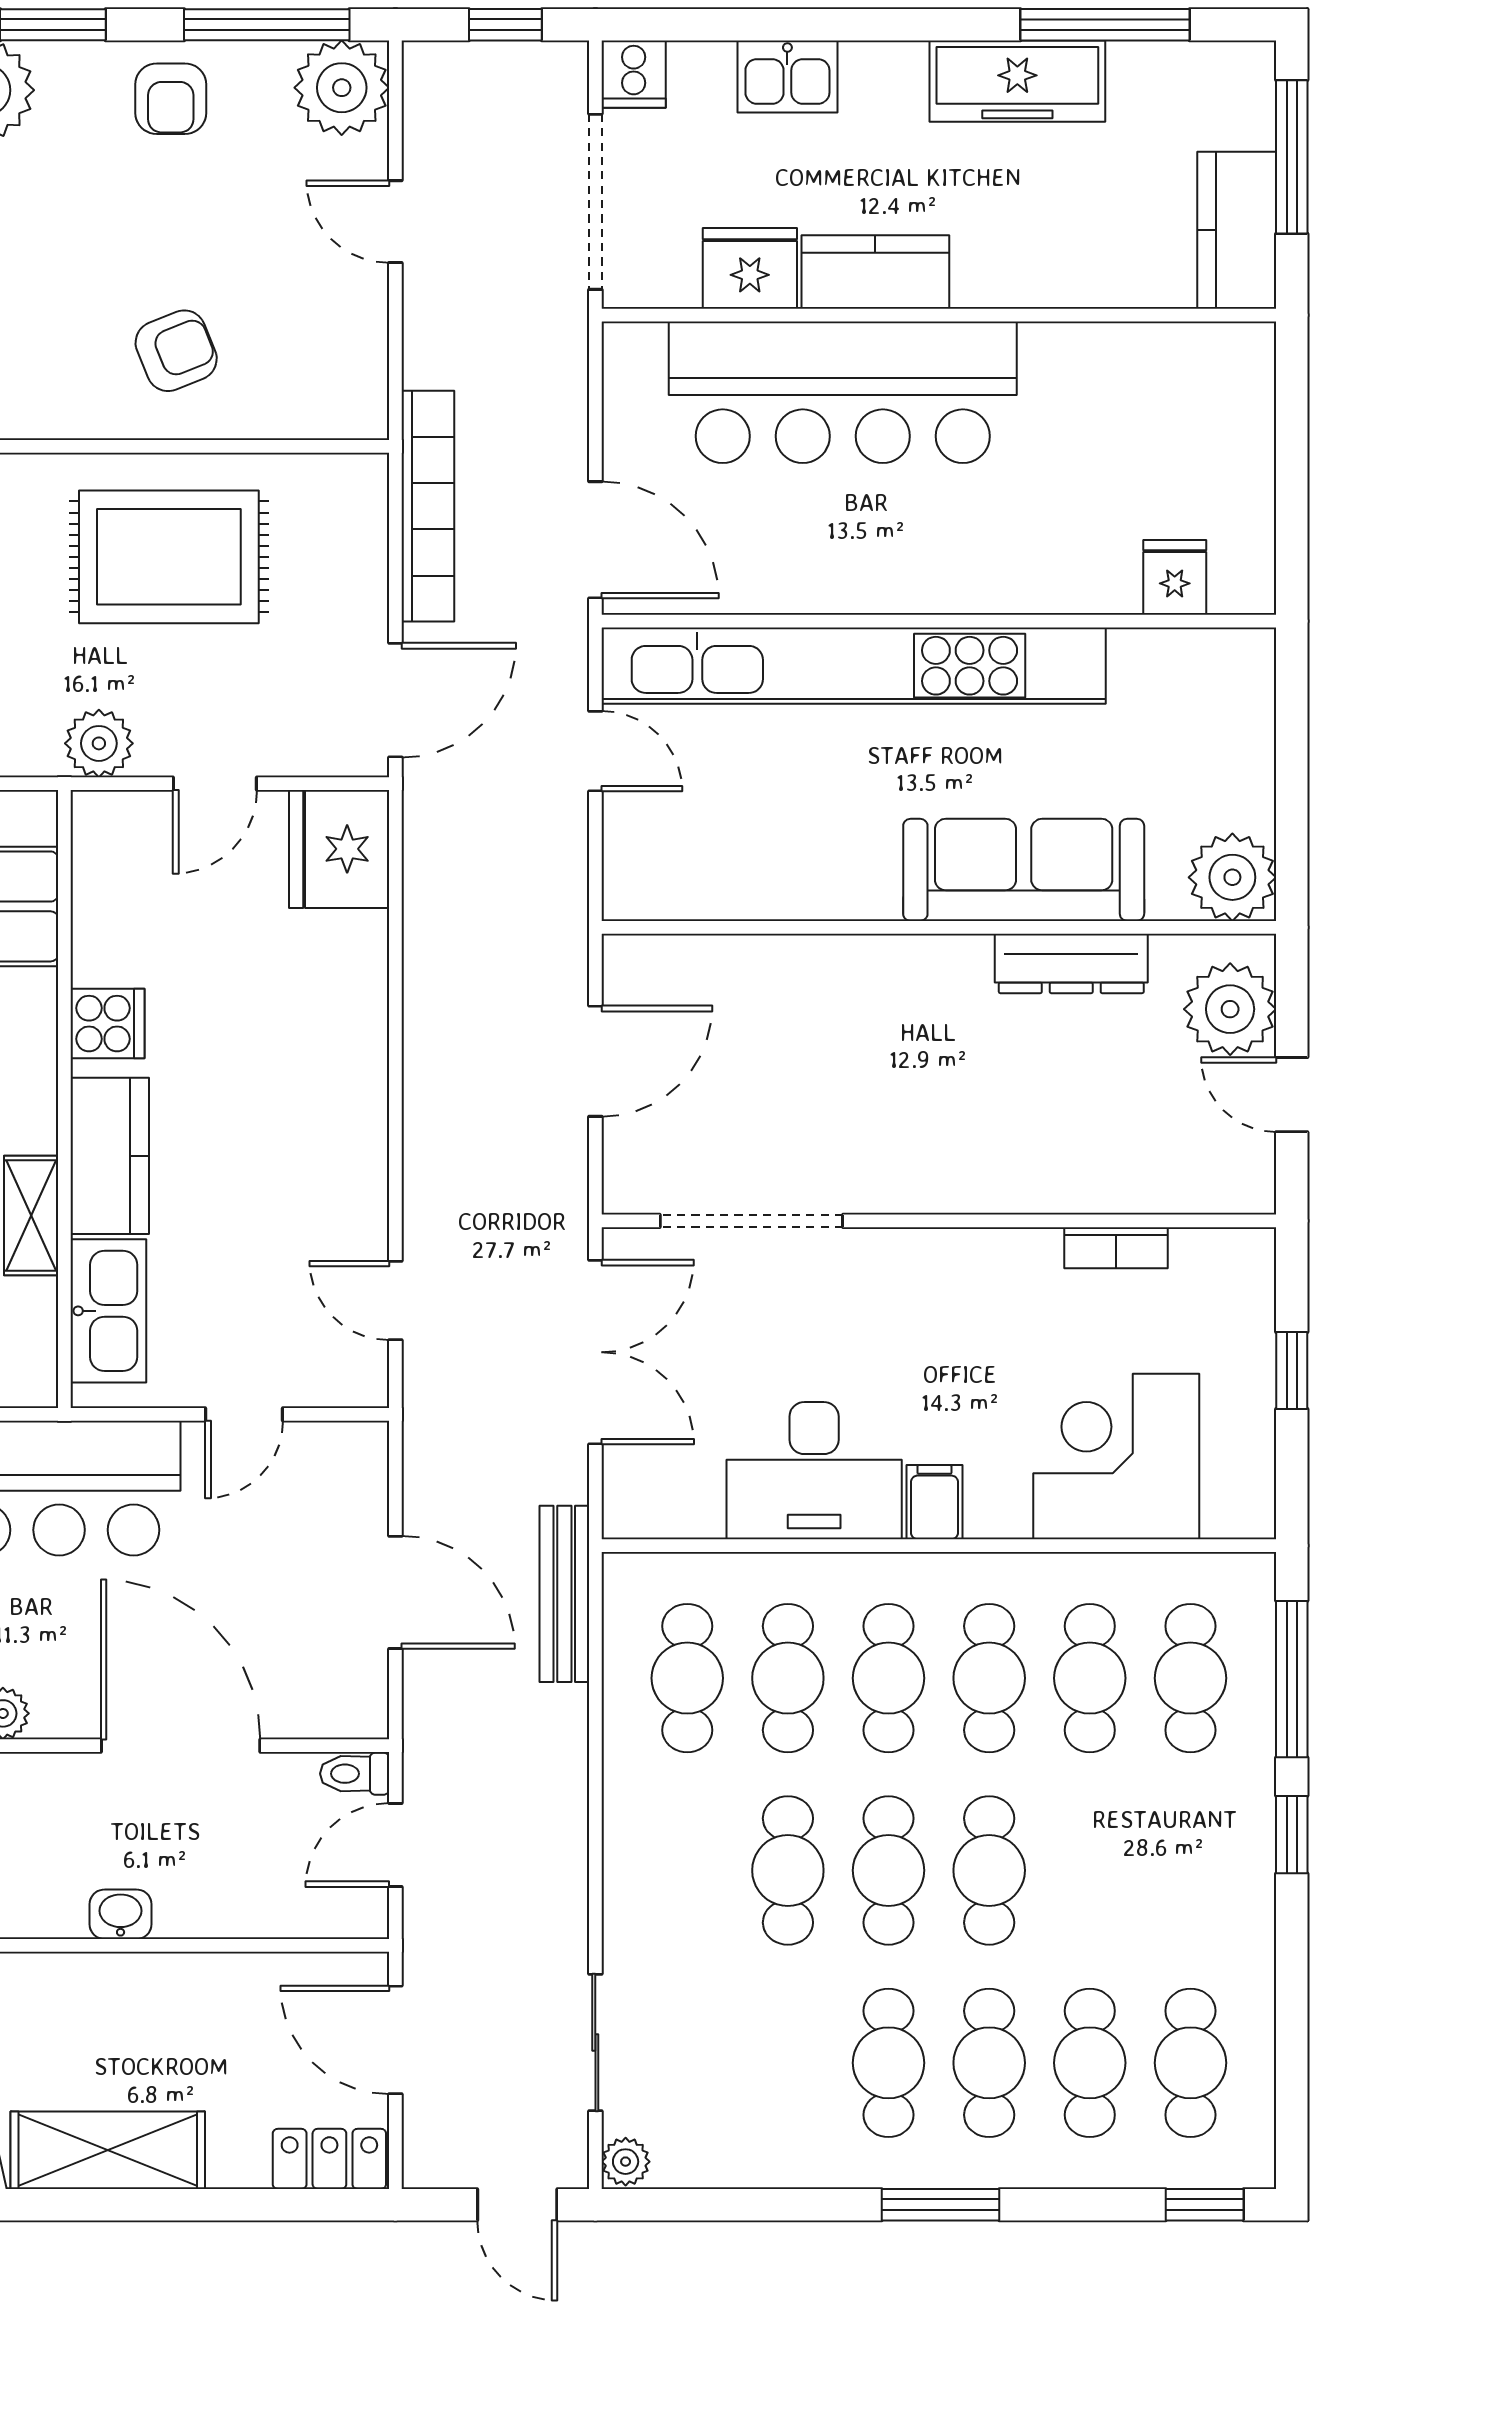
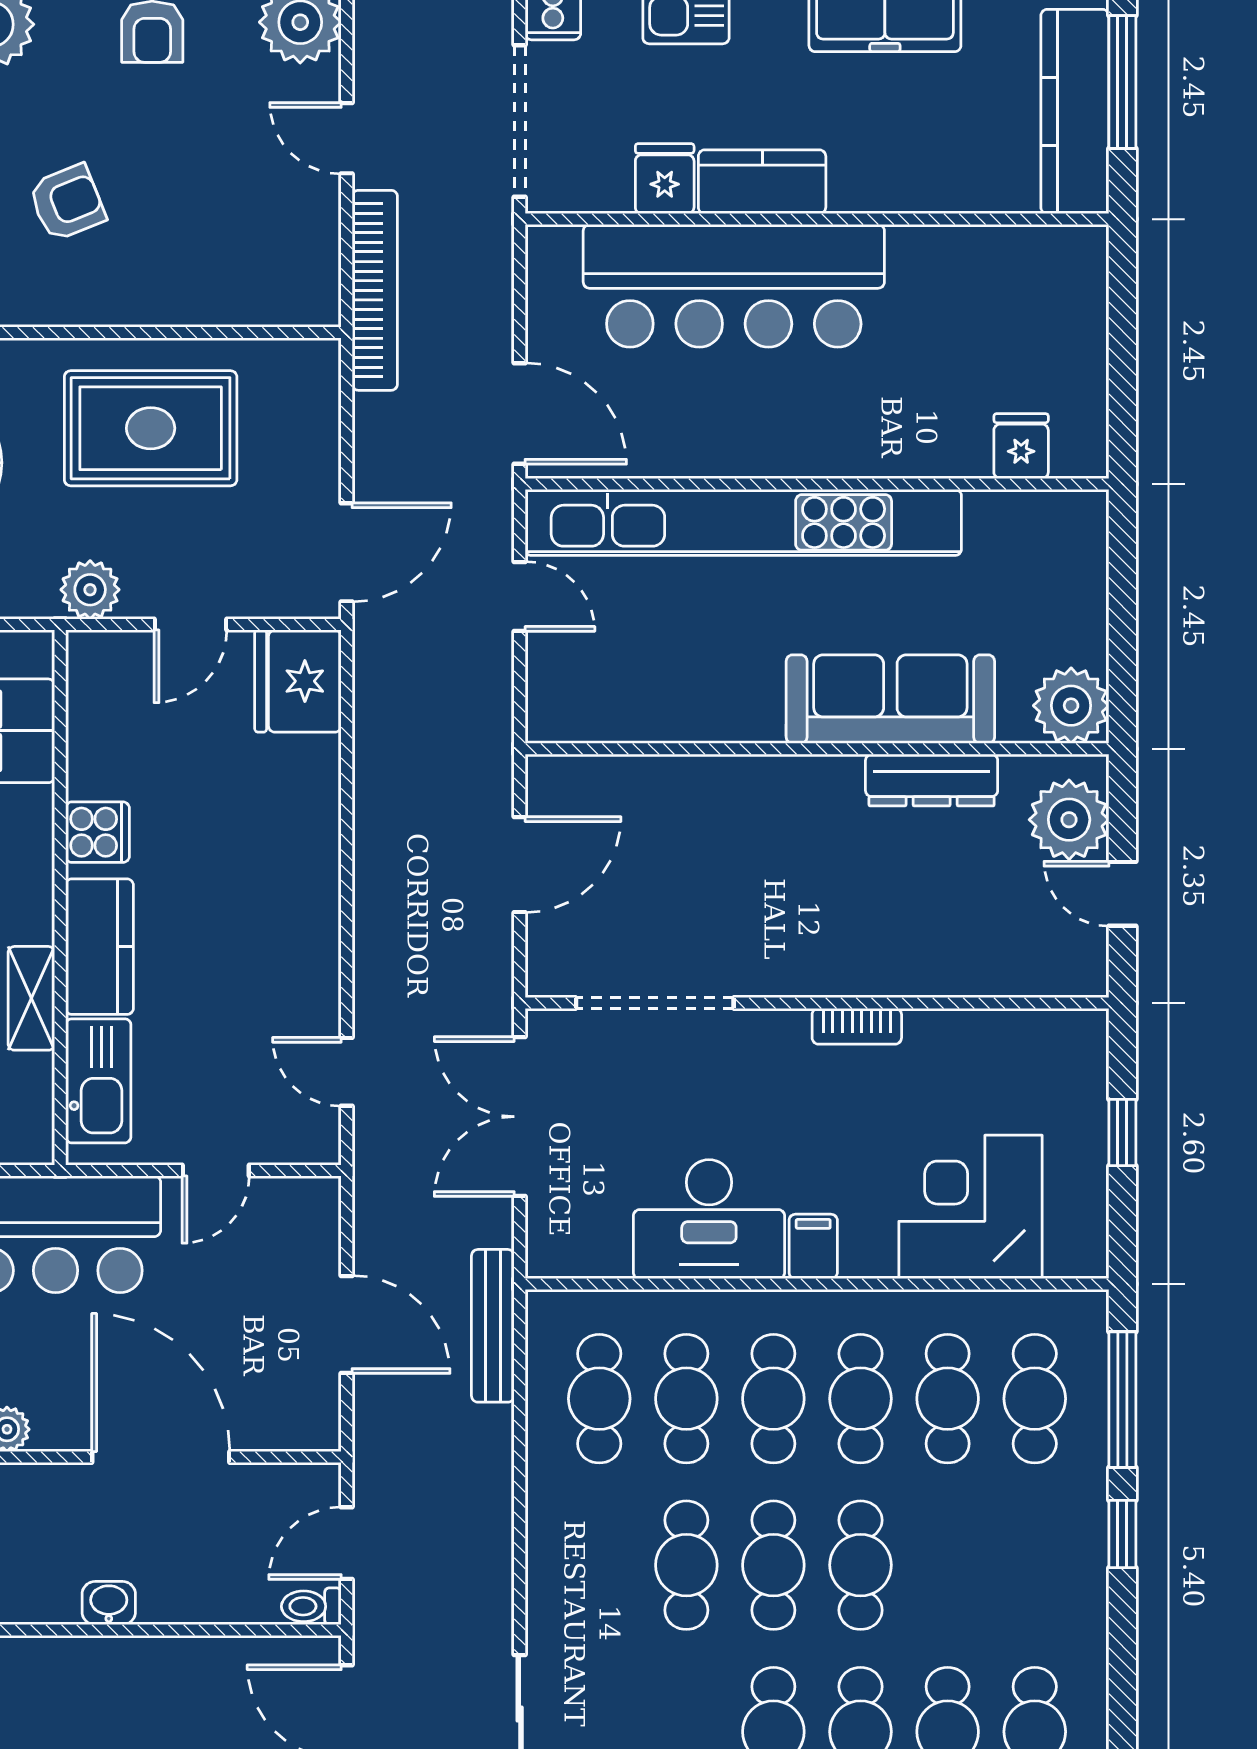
kitchen counter: (1237, 230) -> (1075, 112), width x1.50
fridge: (750, 268) -> (665, 179), width x0.72
armchair: (176, 351) -> (67, 203), moved
bookcase: (428, 506) -> (375, 290), moved
bookcase: (1116, 1248) -> (857, 1026), moved
double door: (595, 1352) -> (520, 1117), swing flipped
toilet: (355, 1774) -> (311, 1606), moved

